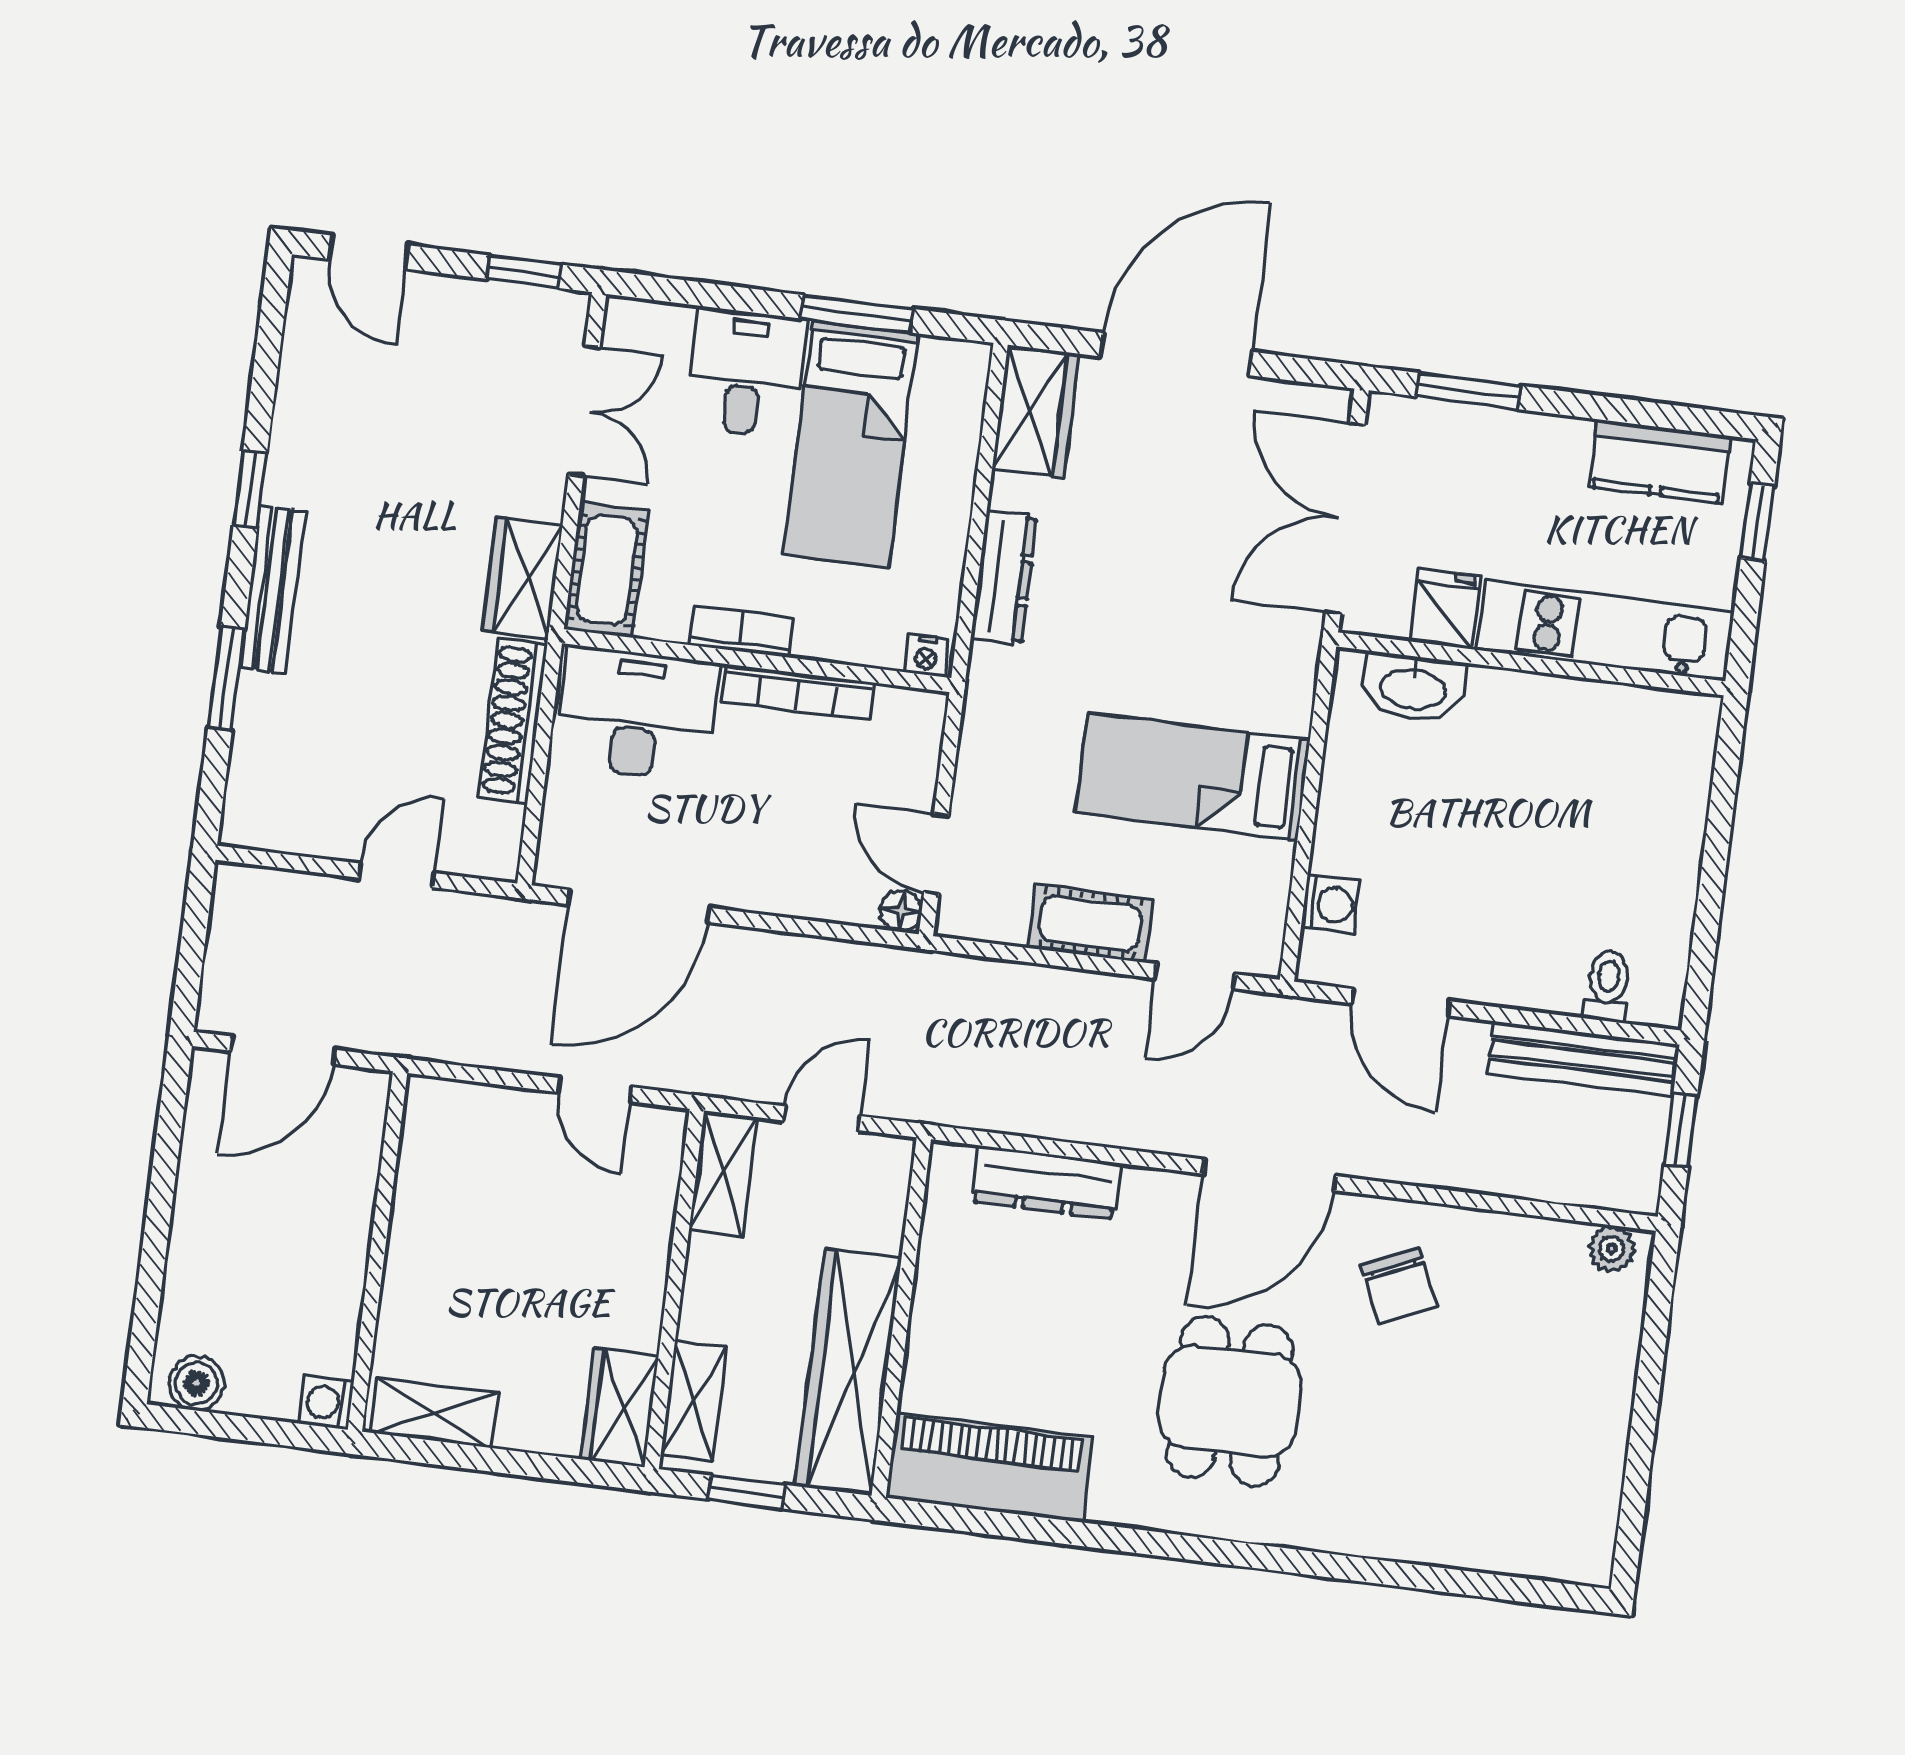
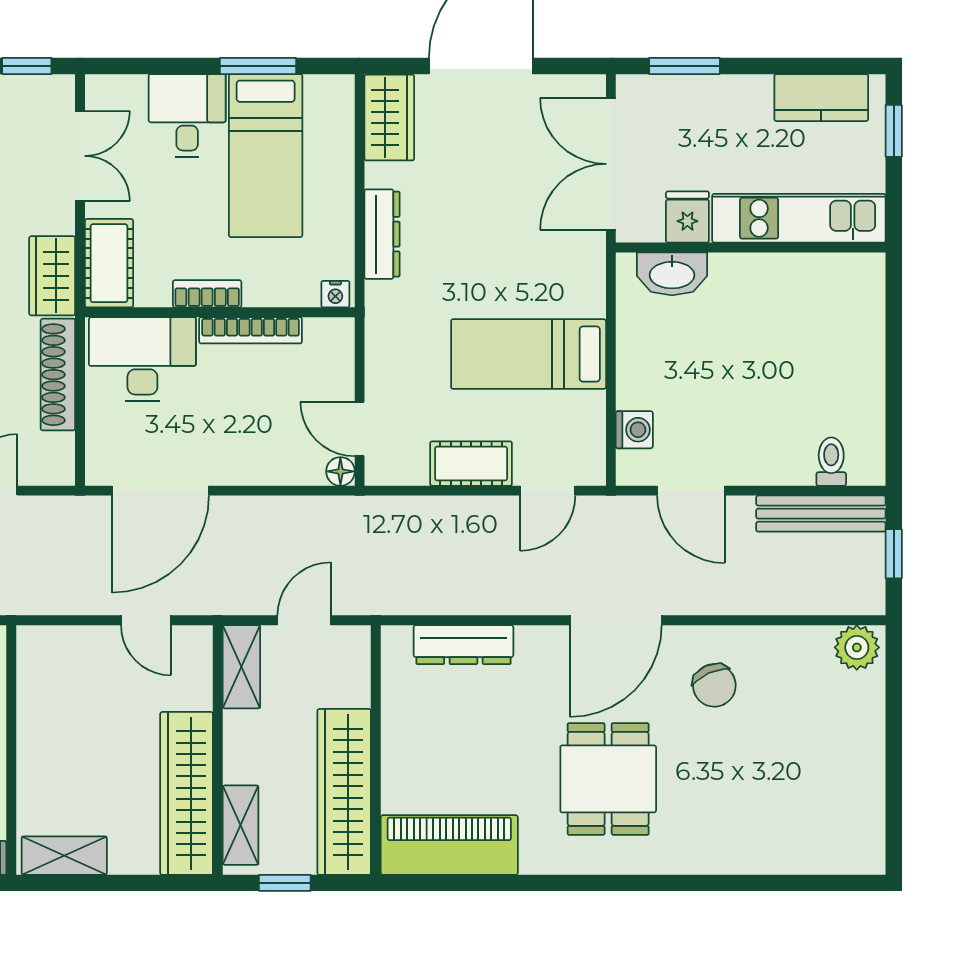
plant: (1612, 1249) -> (857, 647), width x1.38, depth x1.38
wardrobe: (619, 1407) -> (187, 793), width x2.10, depth x1.17

